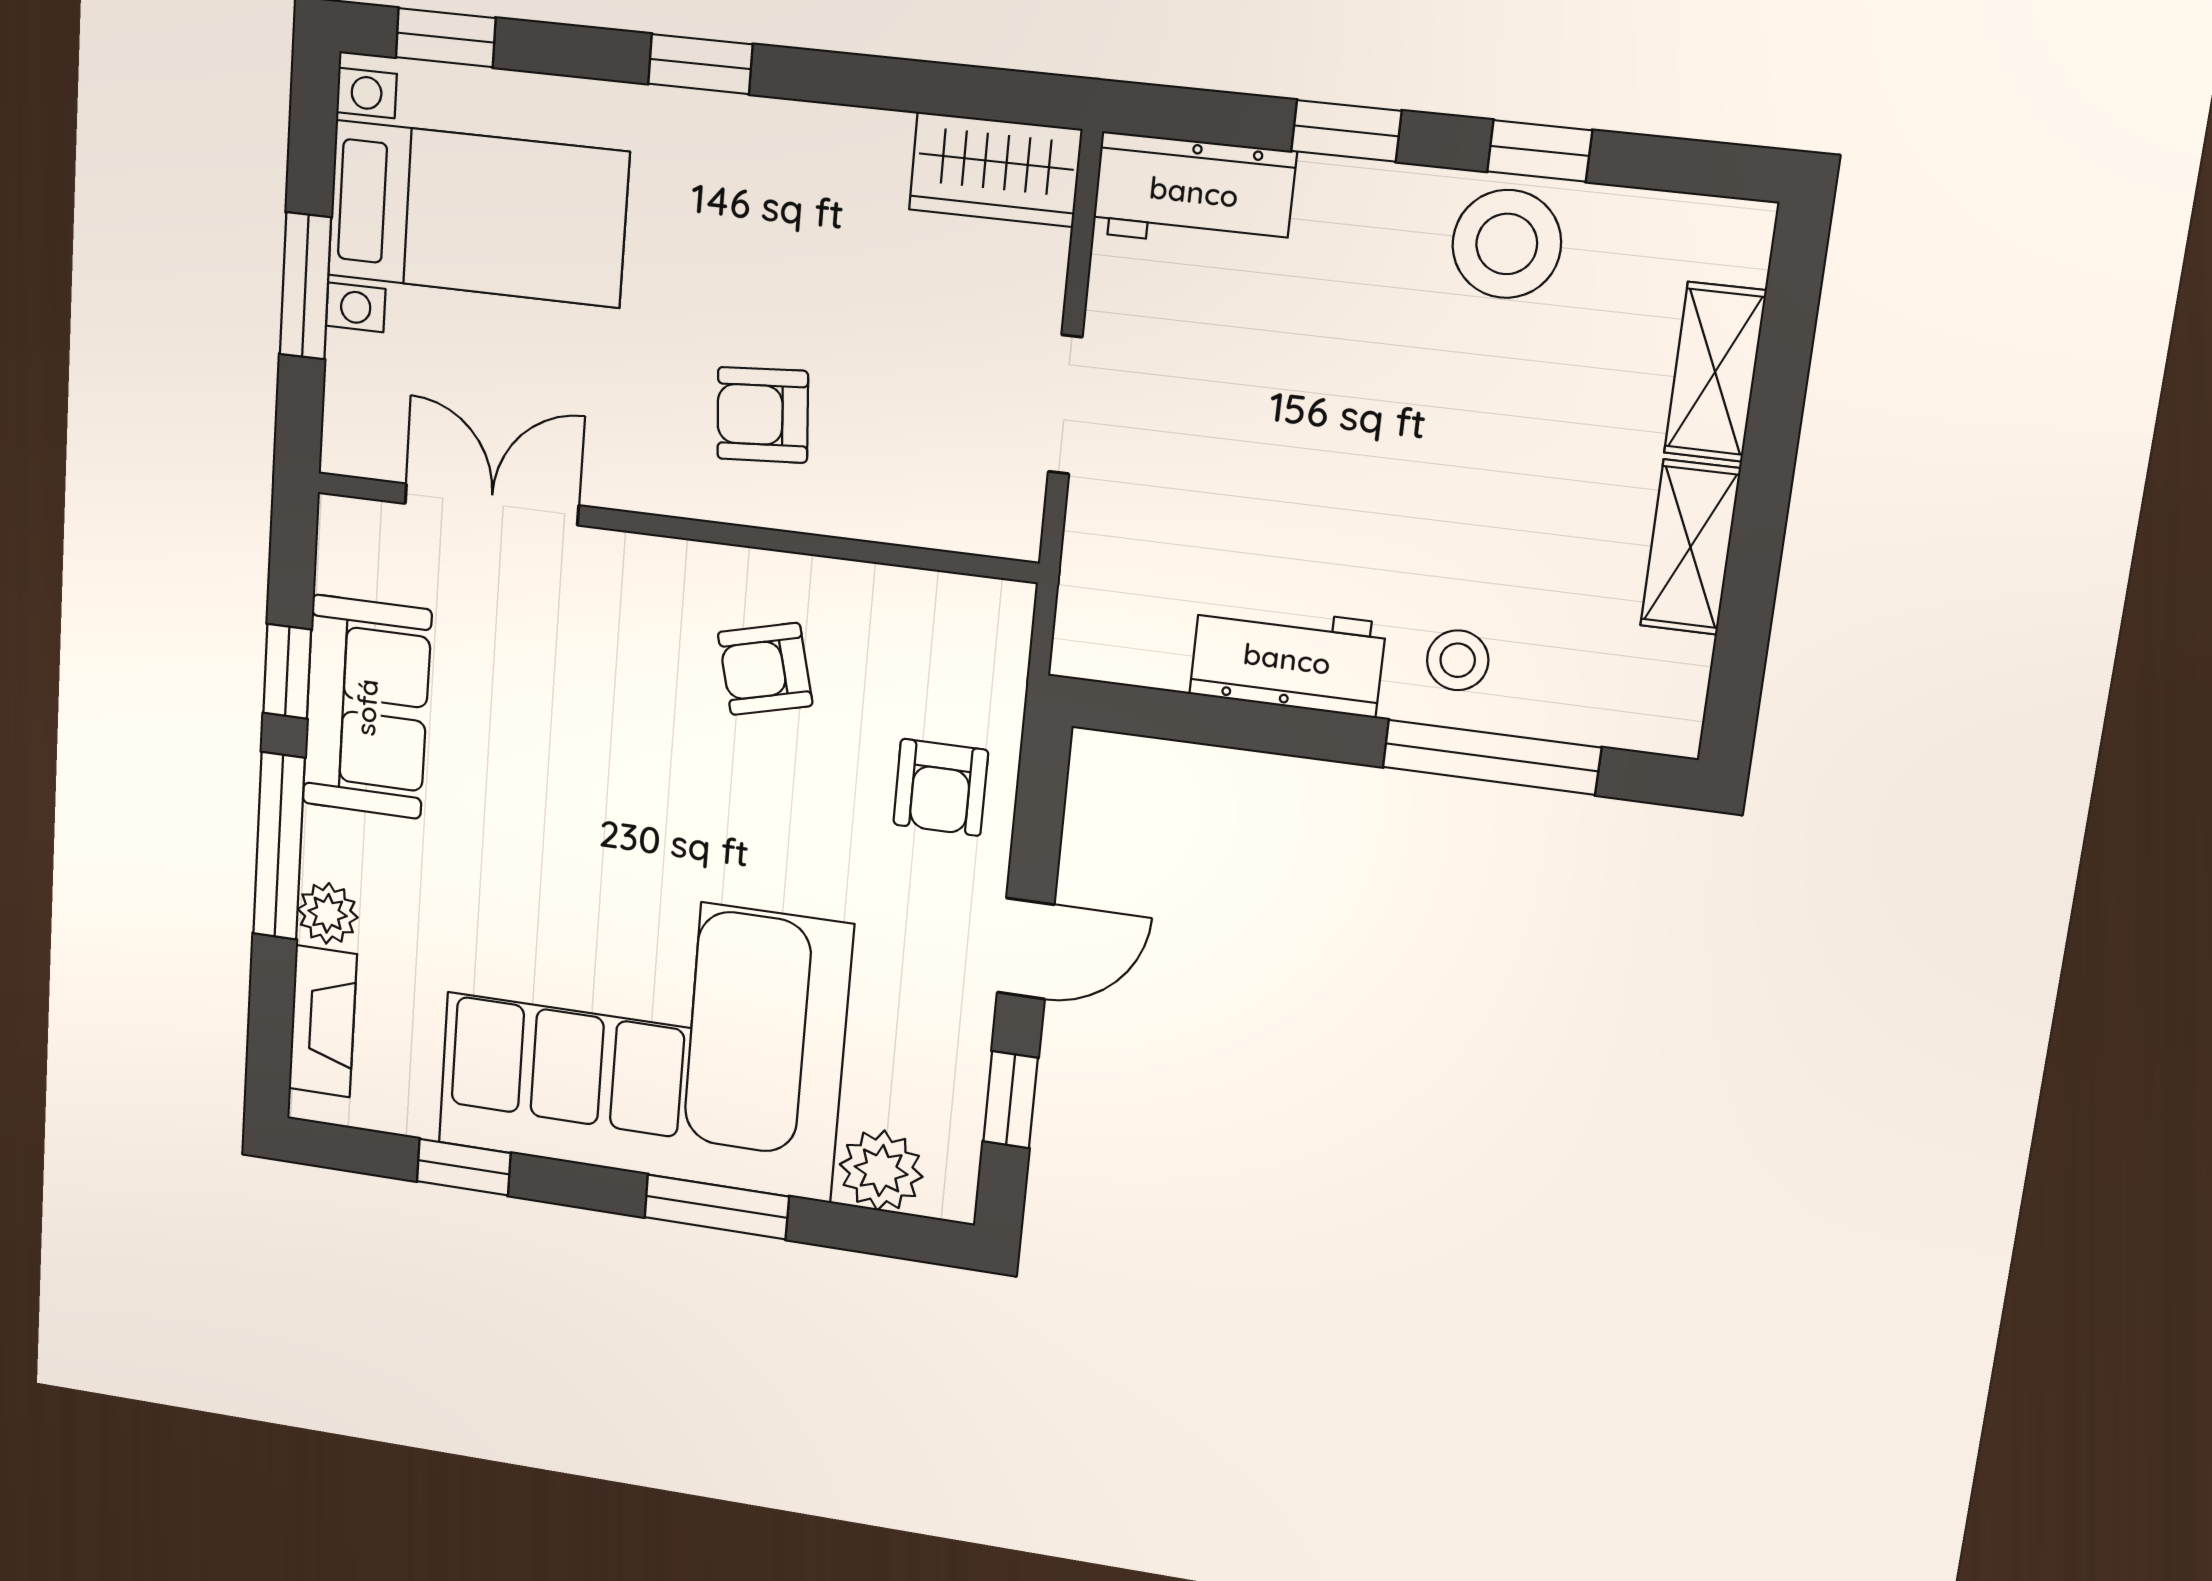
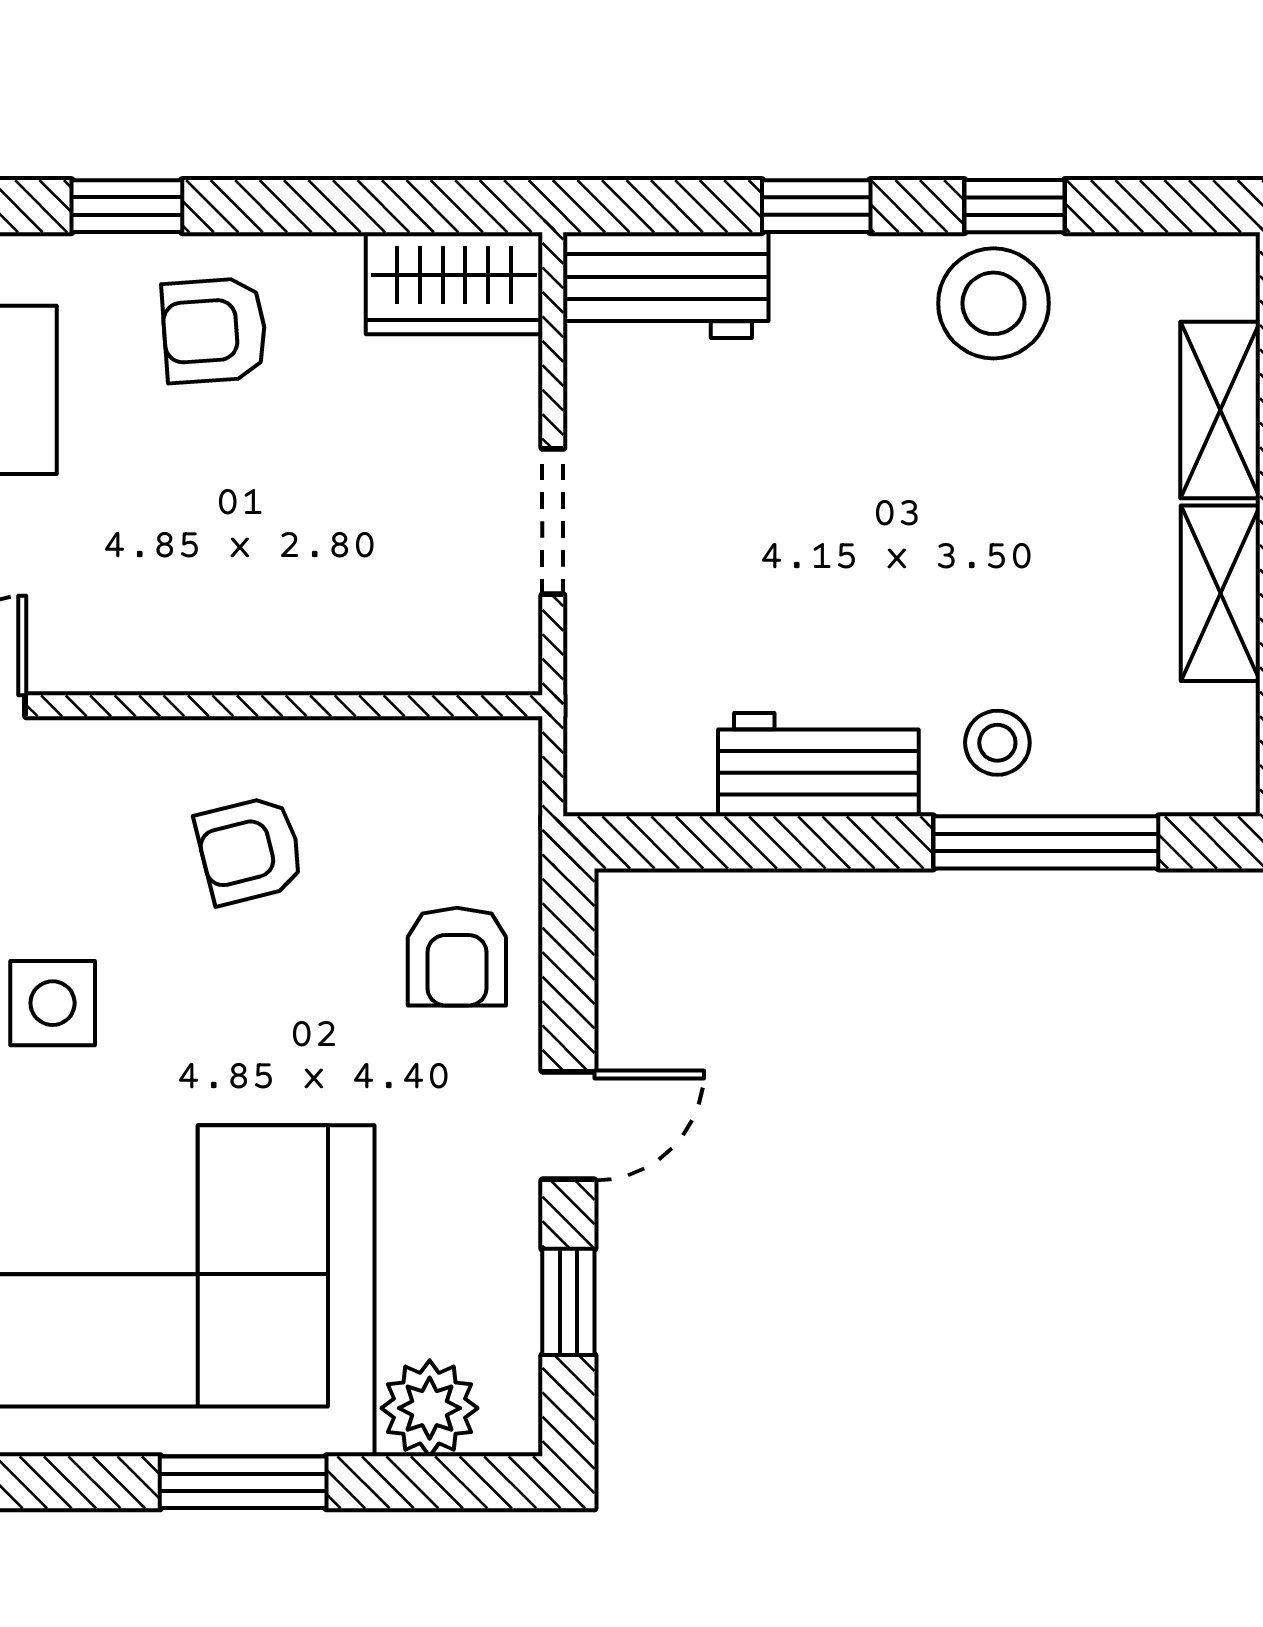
armchair: (763, 415) -> (214, 330), moved
side table: (584, 780) -> (53, 1003), added

